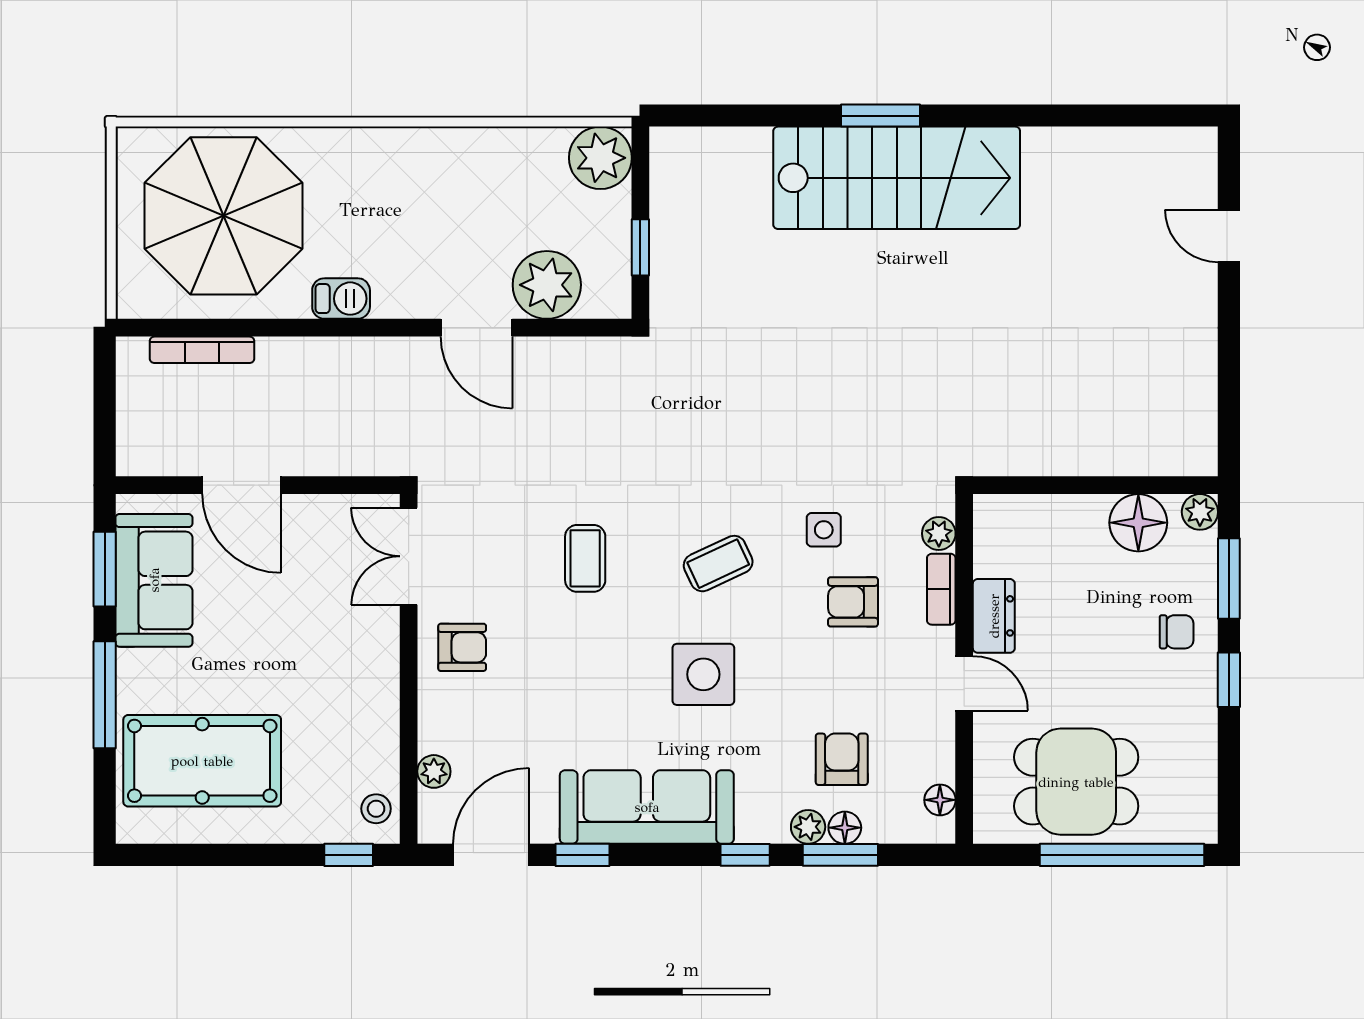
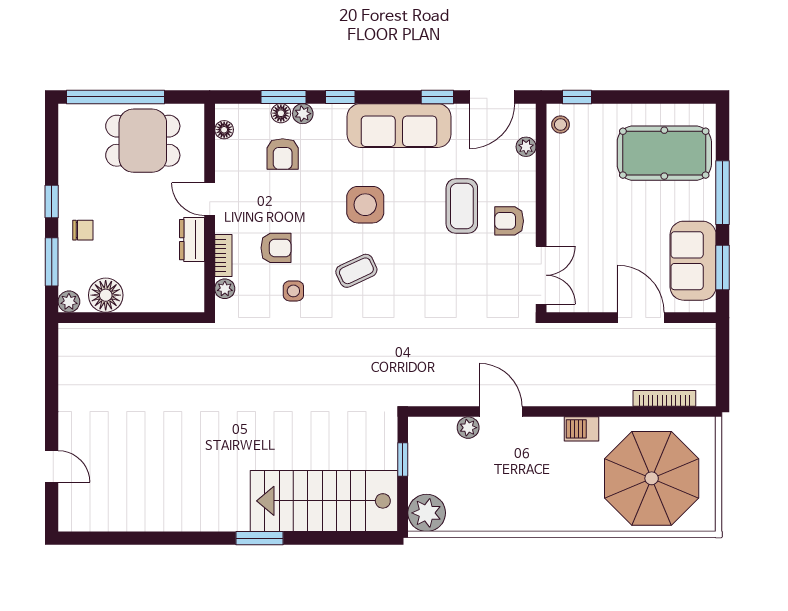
stairs: (897, 178) -> (324, 501), moved
plant: (547, 285) -> (468, 428), width x0.53, depth x0.53
coffee table: (585, 558) -> (462, 206), moved, width x1.36, depth x1.30
chair: (1177, 632) -> (83, 230), turned 180

